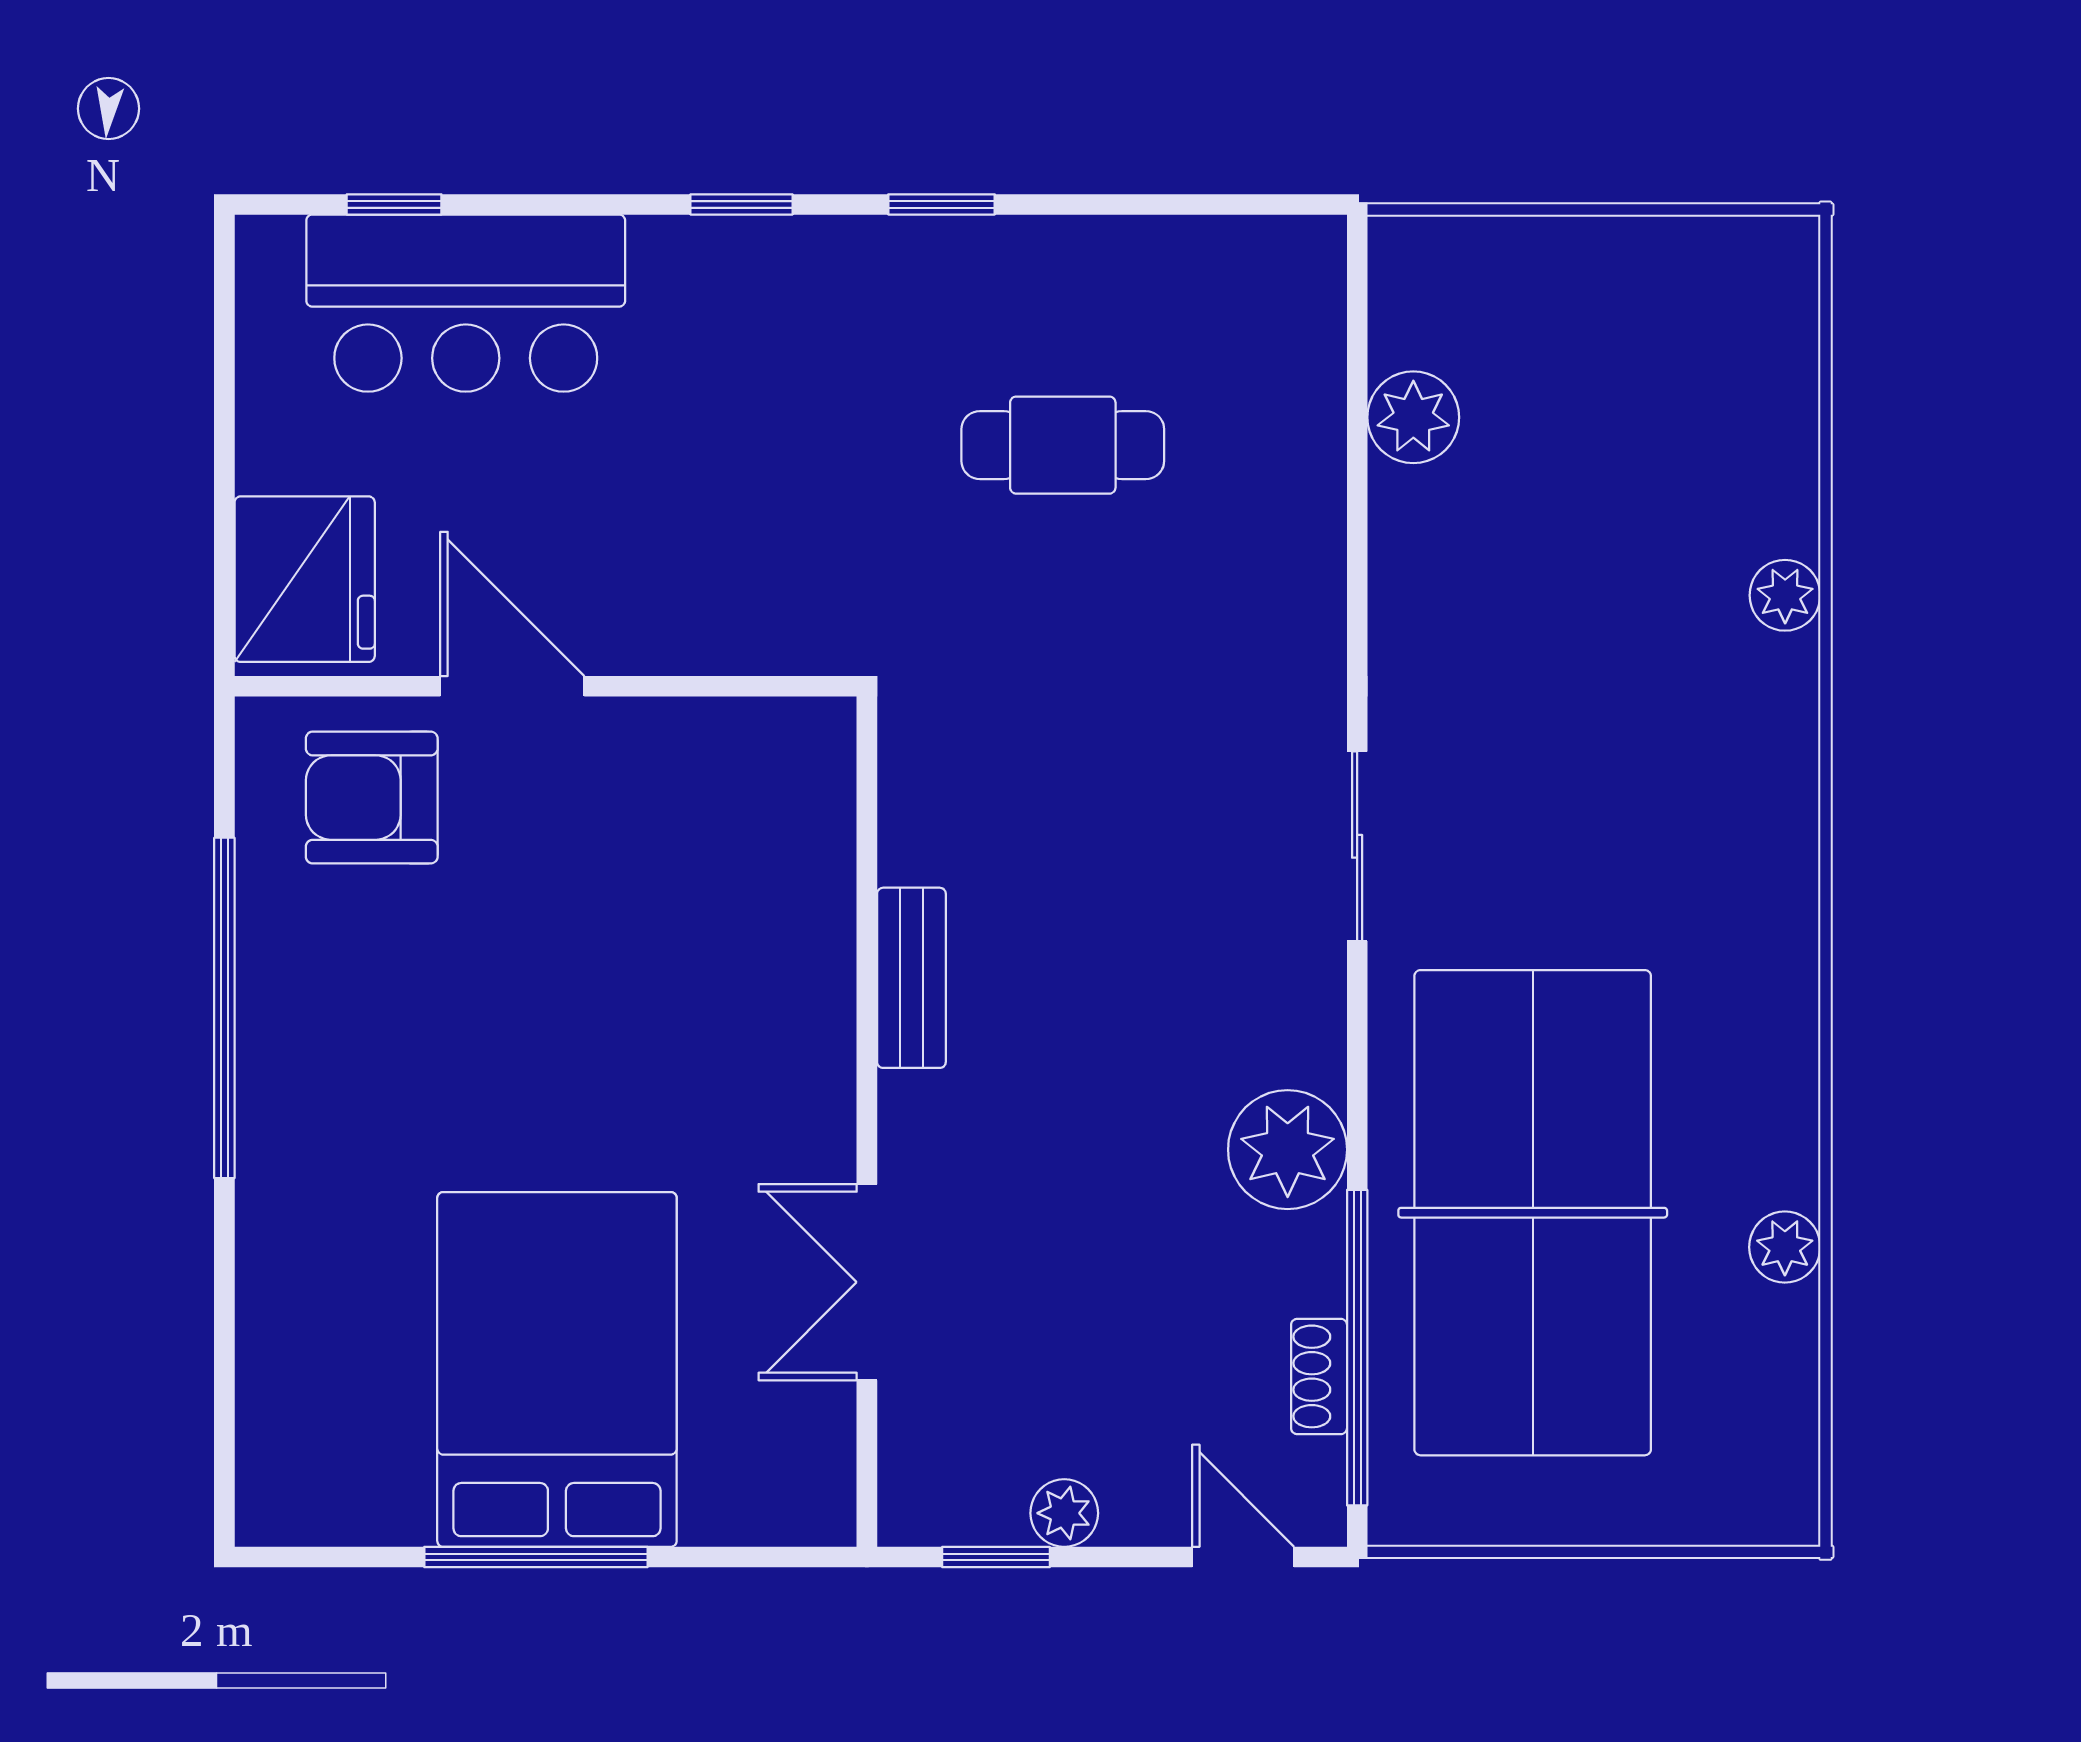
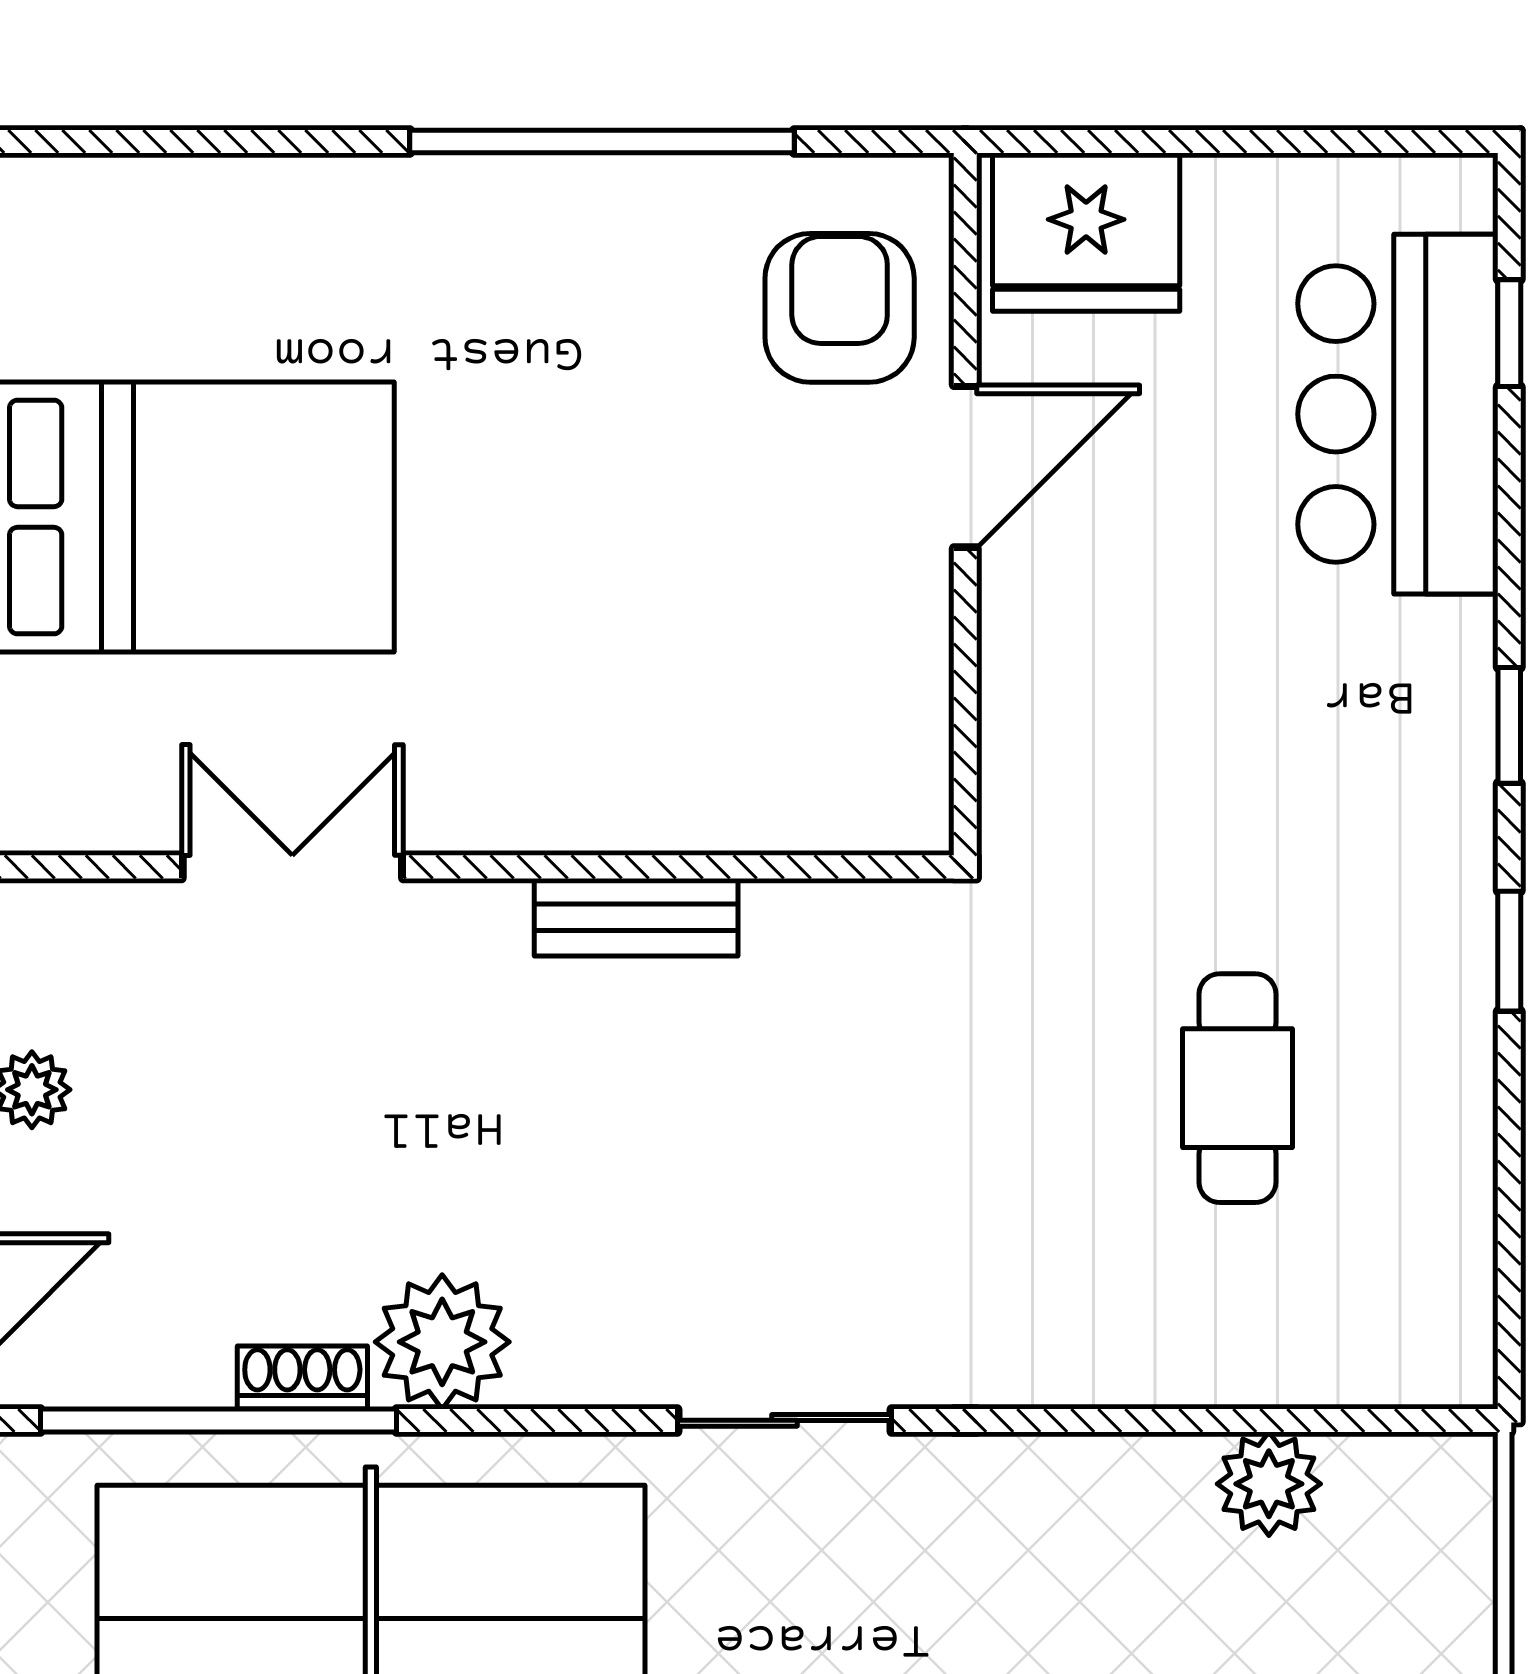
shoe rack: (1319, 1376) -> (302, 1377), moved

